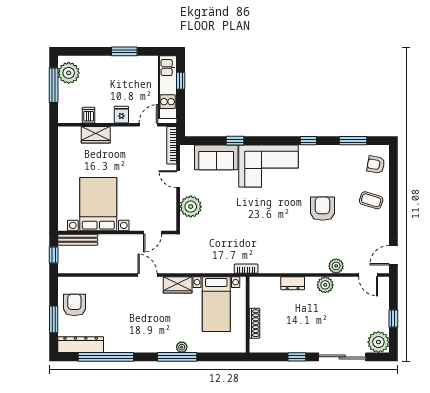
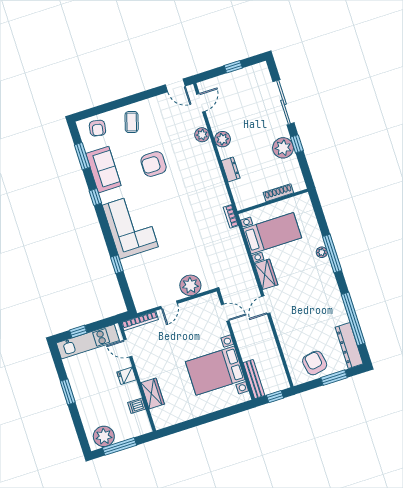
sofa: (216, 157) -> (103, 170), moved
armchair: (74, 305) -> (315, 363), turned 80
plant: (378, 342) -> (283, 148), moved

